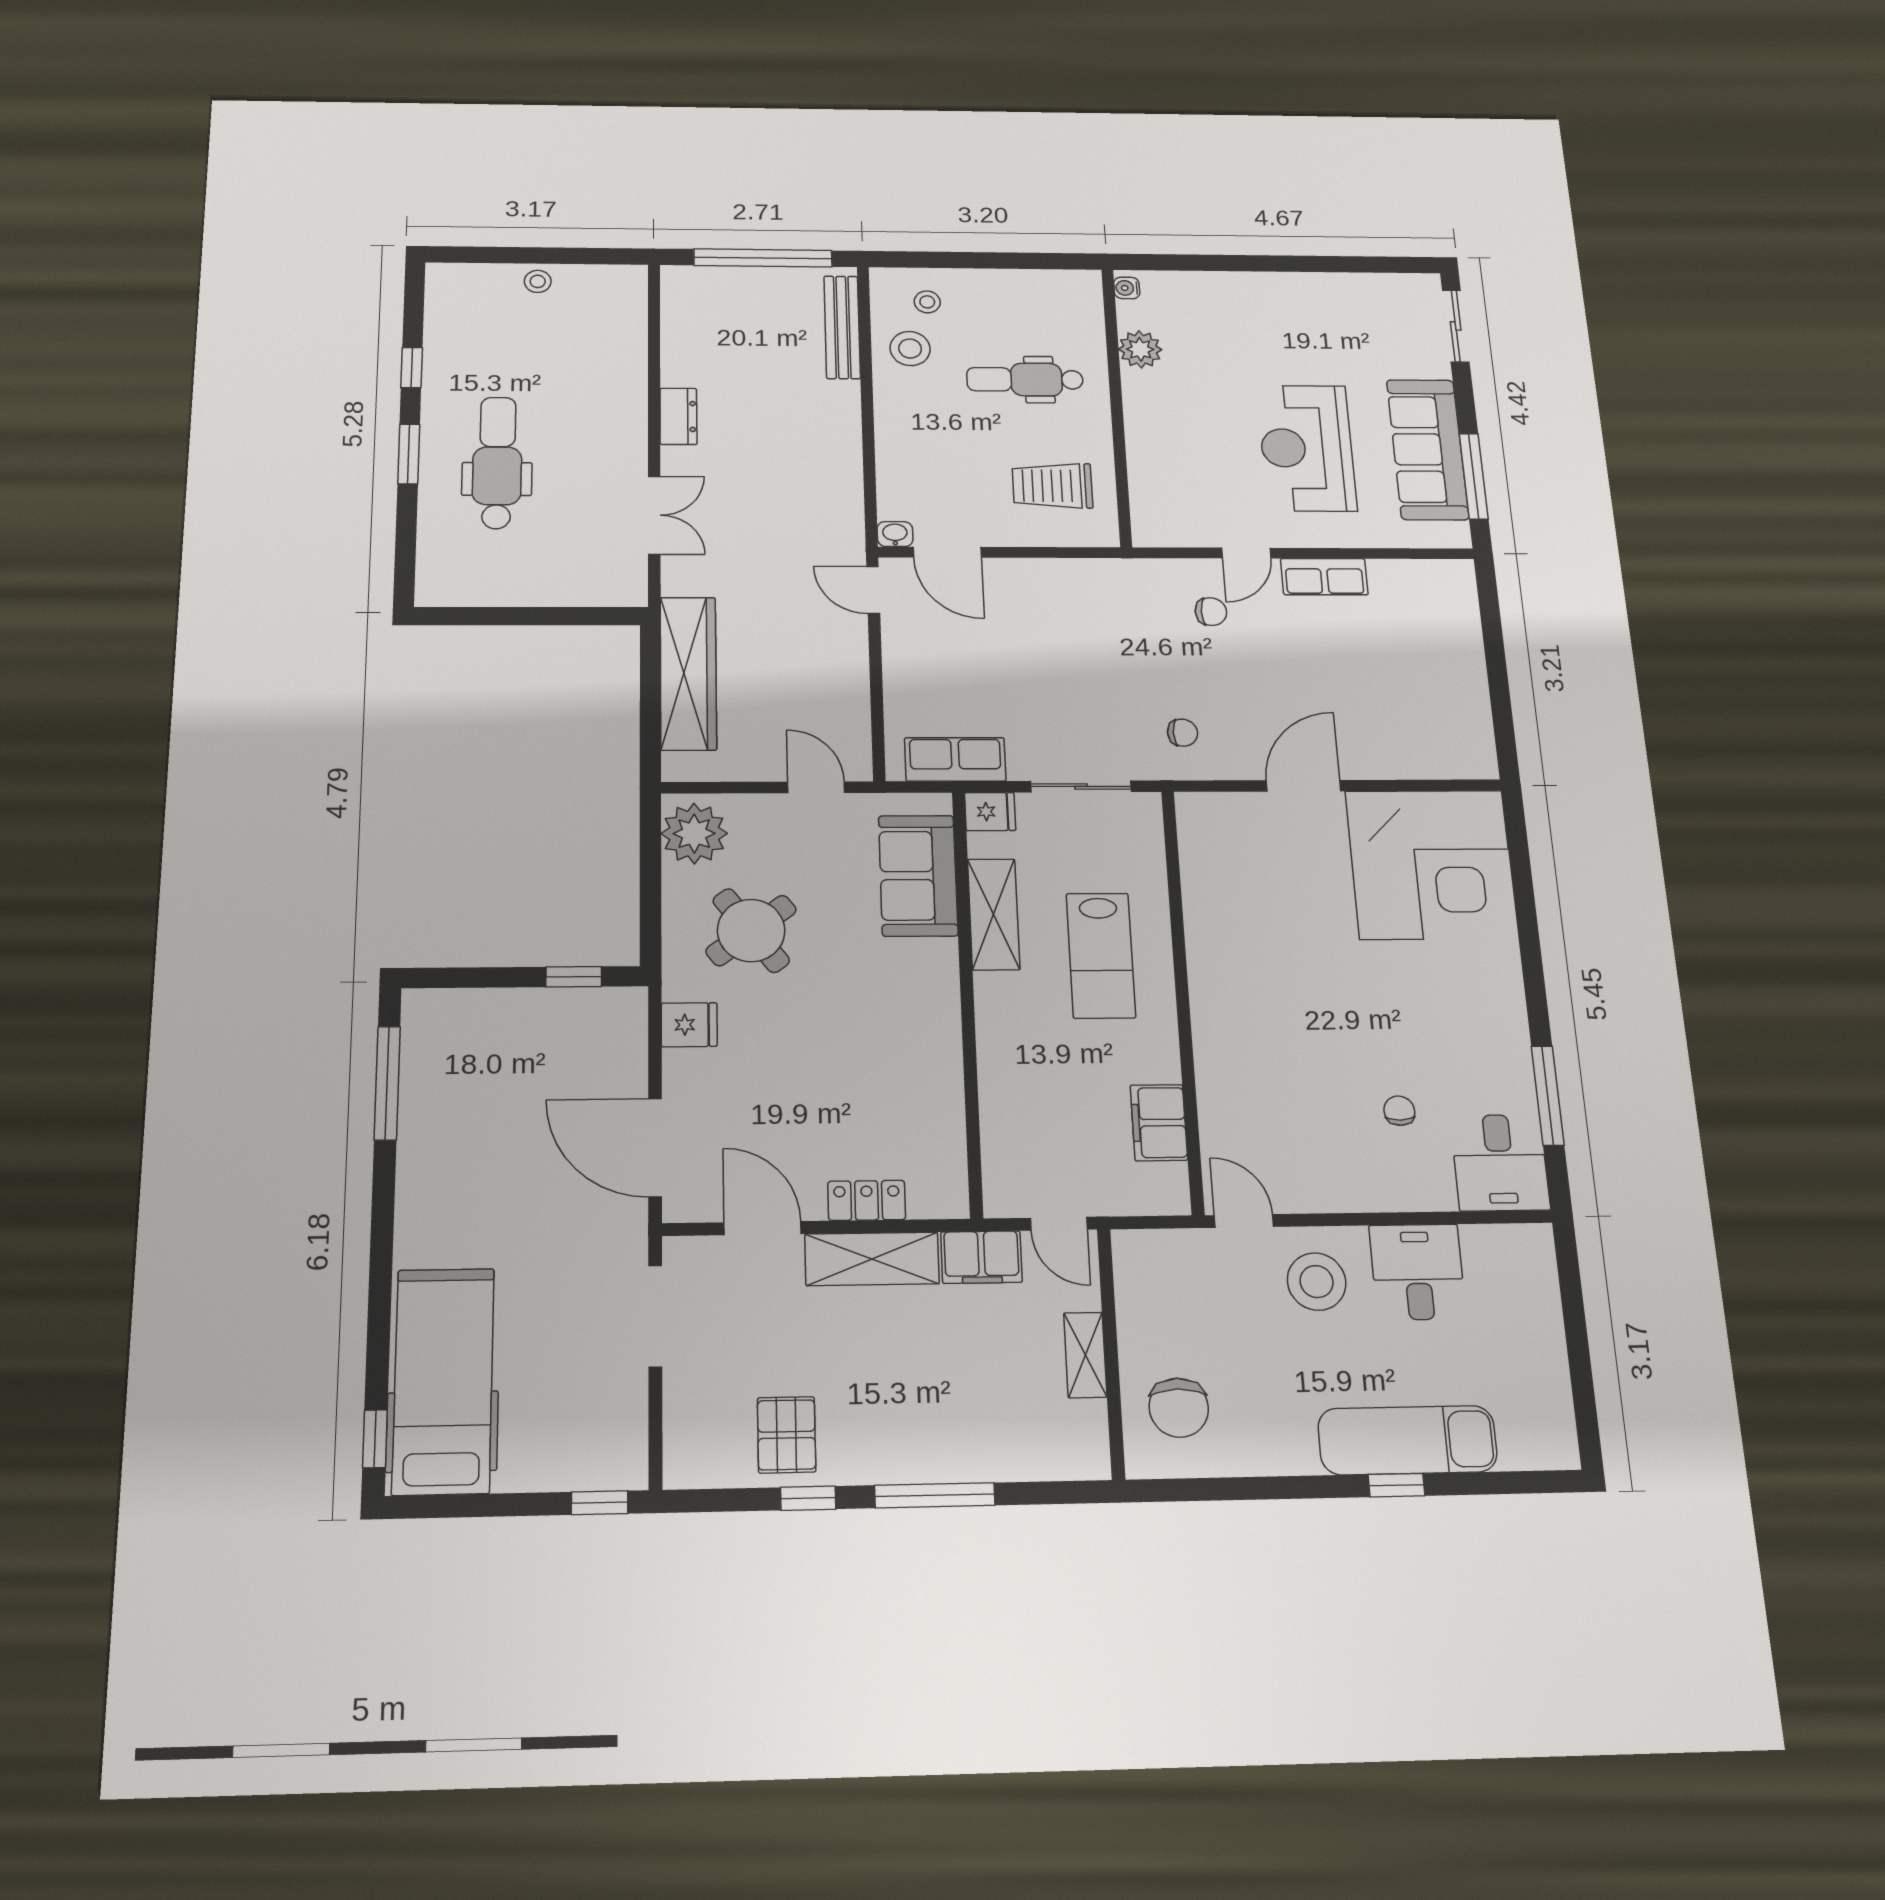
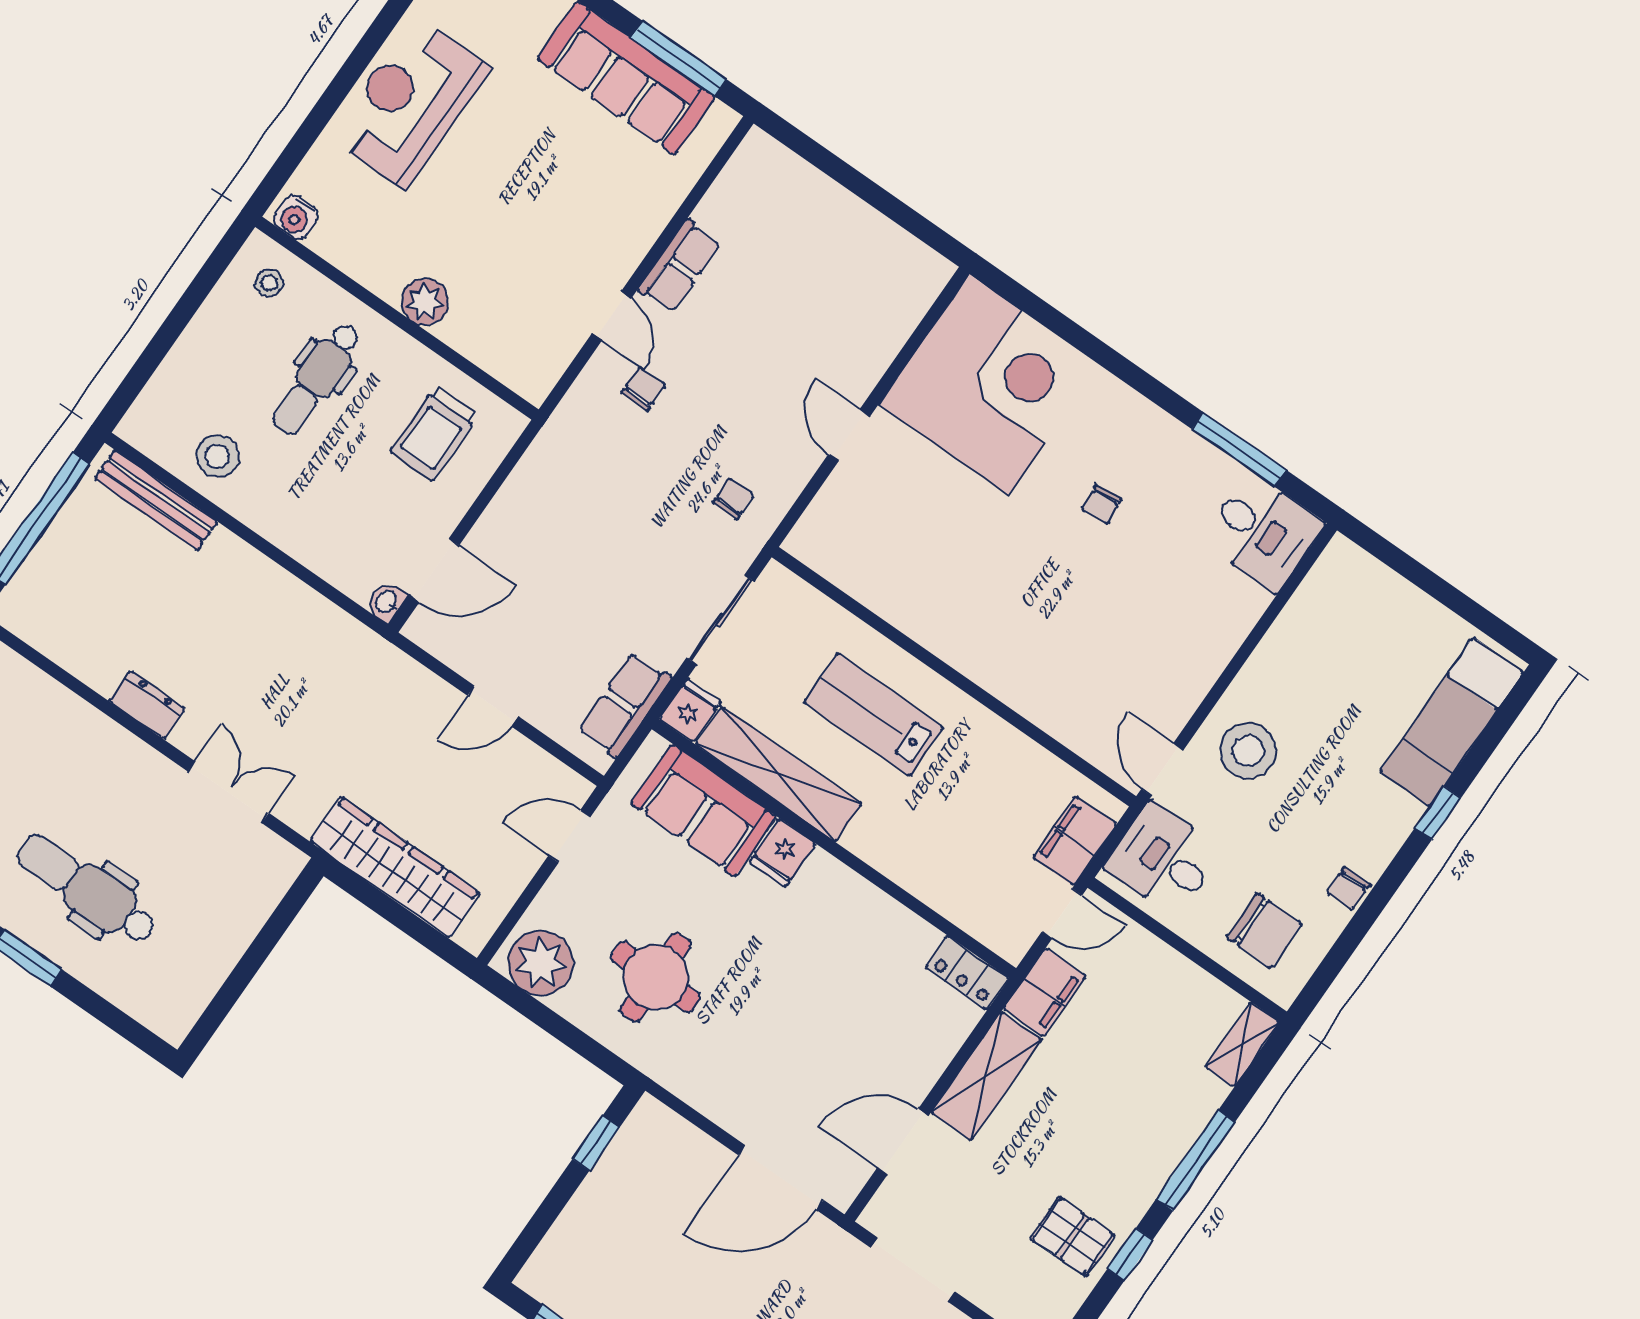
water cooler: (1127, 288) -> (296, 217), width x1.38, depth x1.38
stool: (927, 302) -> (269, 283), moved
plant: (1140, 349) -> (425, 302), moved
reception desk: (1307, 448) -> (410, 102), moved, turned 90
door: (873, 590) -> (493, 706), moved
door: (1304, 786) -> (849, 435), width x0.73
shelving: (994, 914) -> (779, 774), width x1.47
round table: (751, 931) -> (656, 977), turned 37
lab bench: (1101, 955) -> (873, 715), turned 180
fridge: (689, 1025) -> (783, 853), moved, turned 180
chair: (1399, 1111) -> (1102, 505), moved, turned -94
filing cabinet: (1159, 1123) -> (1075, 841), moved, turned 90
locker: (867, 1200) -> (967, 972), moved, turned -90
door: (1244, 1221) -> (1162, 770), hinge flipped
desk: (1418, 1272) -> (1163, 859), moved
shelving: (1085, 1355) -> (1242, 1044), moved, turned 90
exam couch: (1408, 1440) -> (1451, 722), moved
chair: (1272, 1455) -> (1348, 888), added

